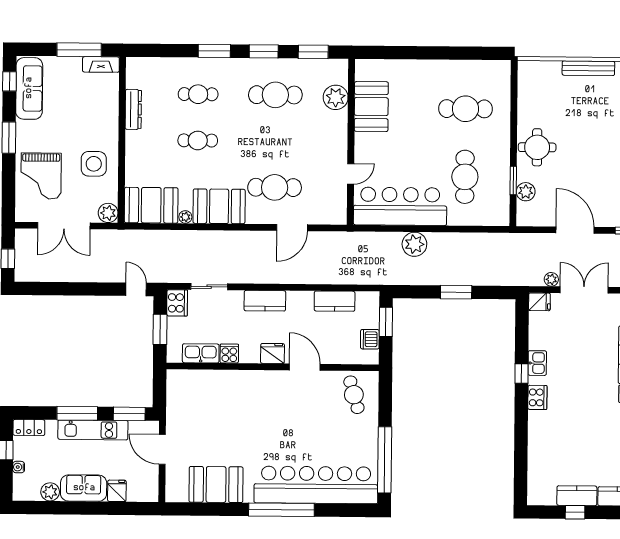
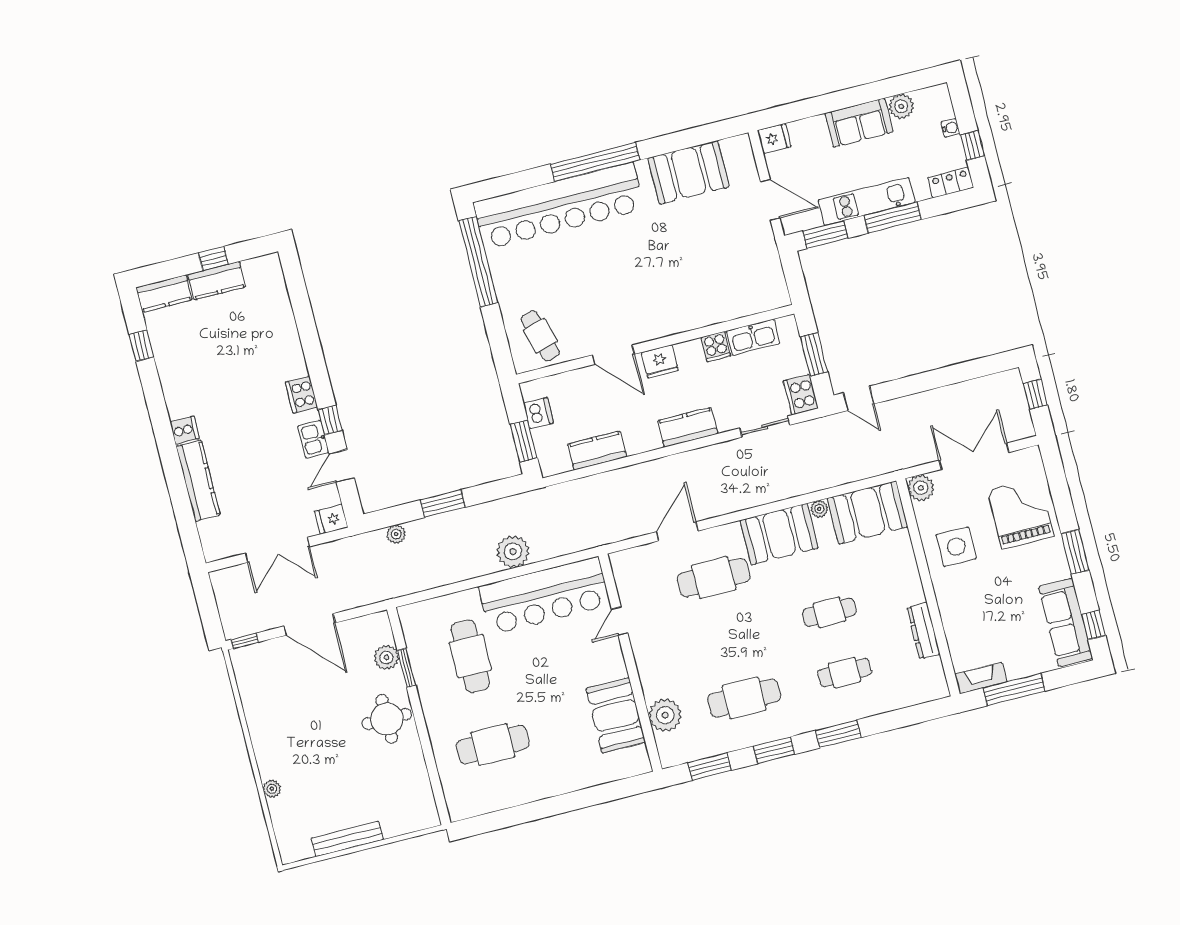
plant: (551, 279) -> (396, 534), moved
door: (522, 338) -> (342, 466), added
fridge: (117, 491) -> (774, 139), moved, turned -90

